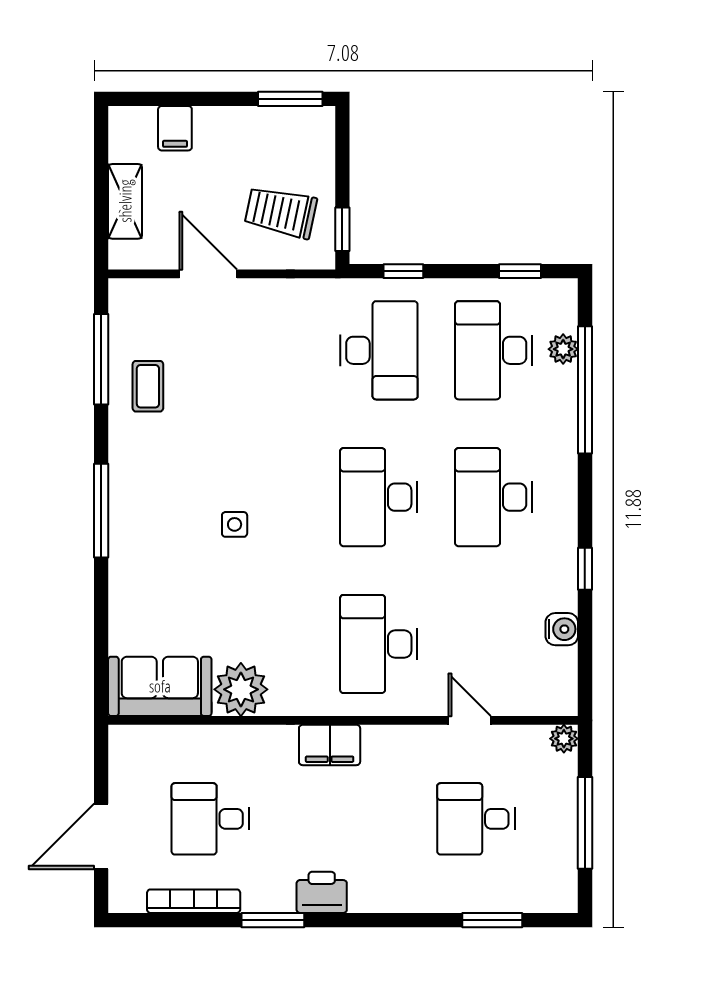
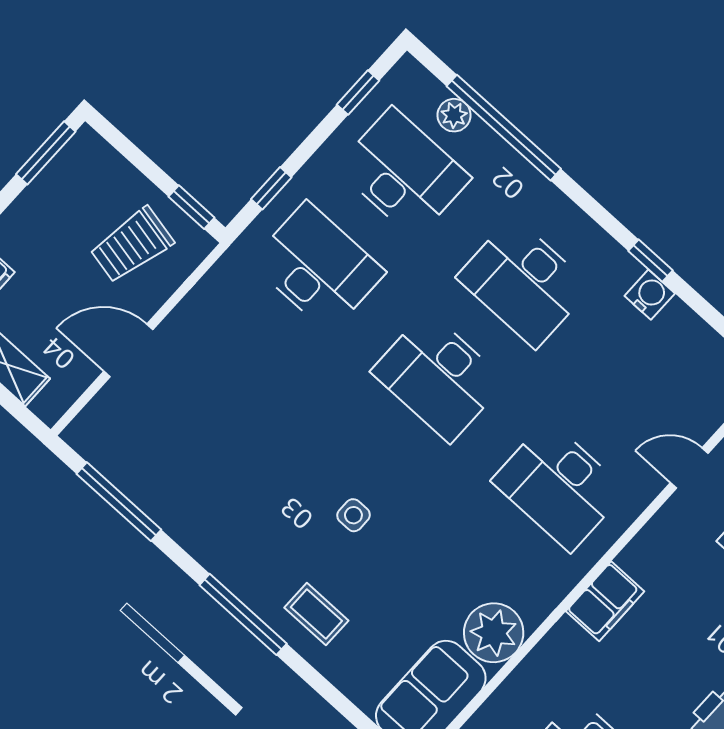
desk: (494, 350) -> (403, 173), turned 180
coffee table: (148, 386) -> (316, 614), moved
water cooler: (562, 629) -> (650, 295), moved

